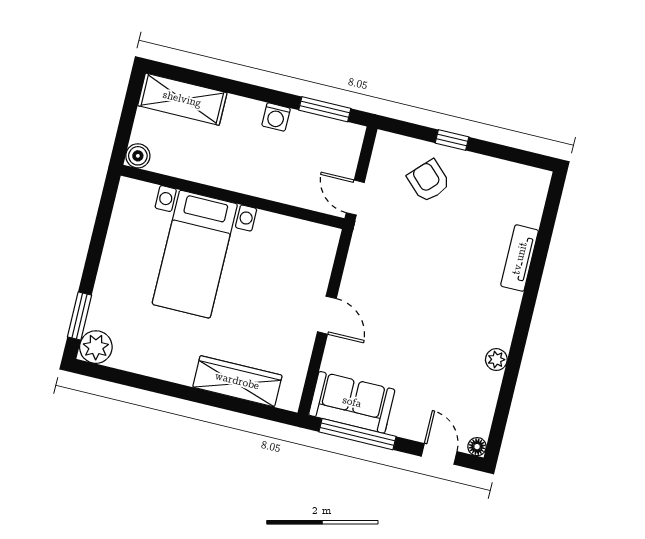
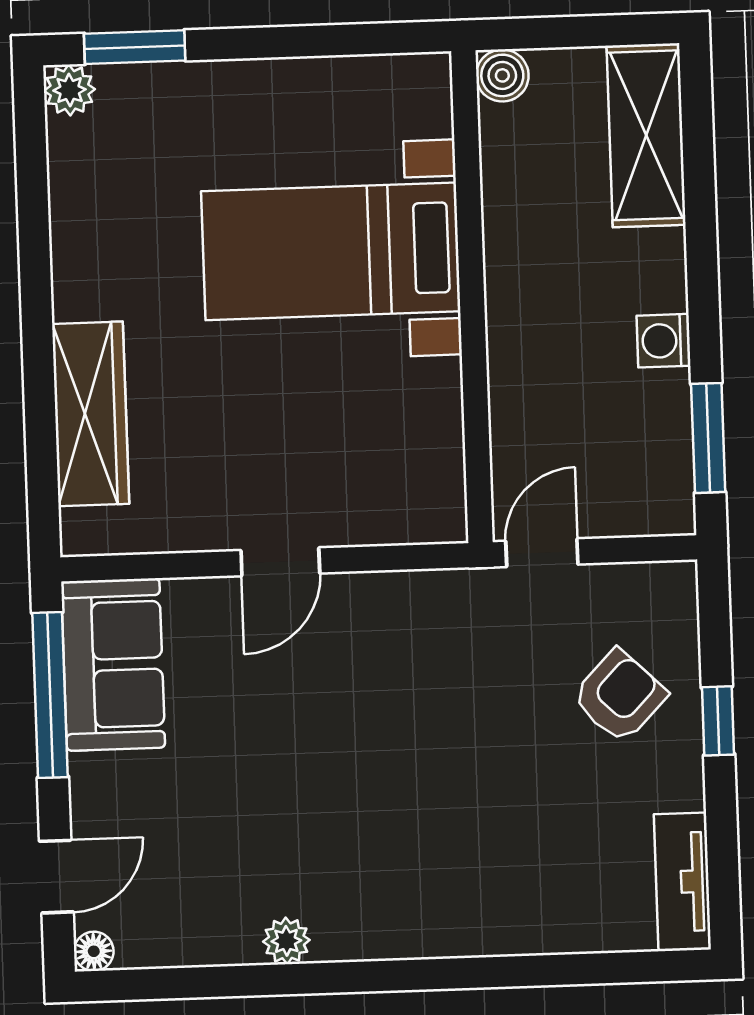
tv unit: (520, 258) -> (682, 882), moved, turned -90
plant: (96, 347) -> (70, 90), width x0.73, depth x0.73

